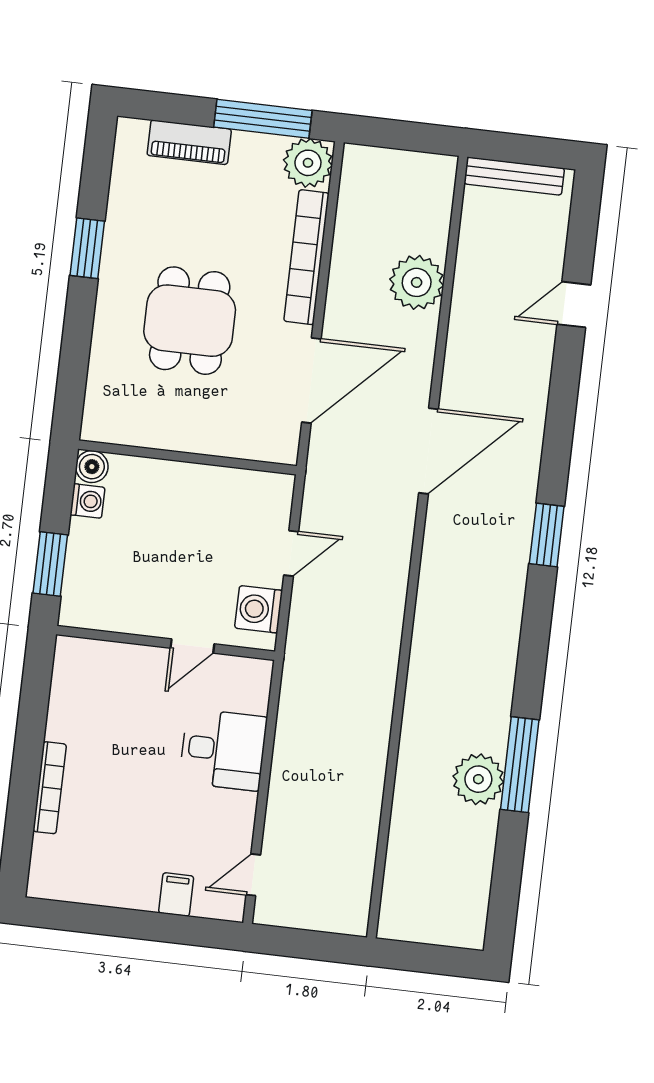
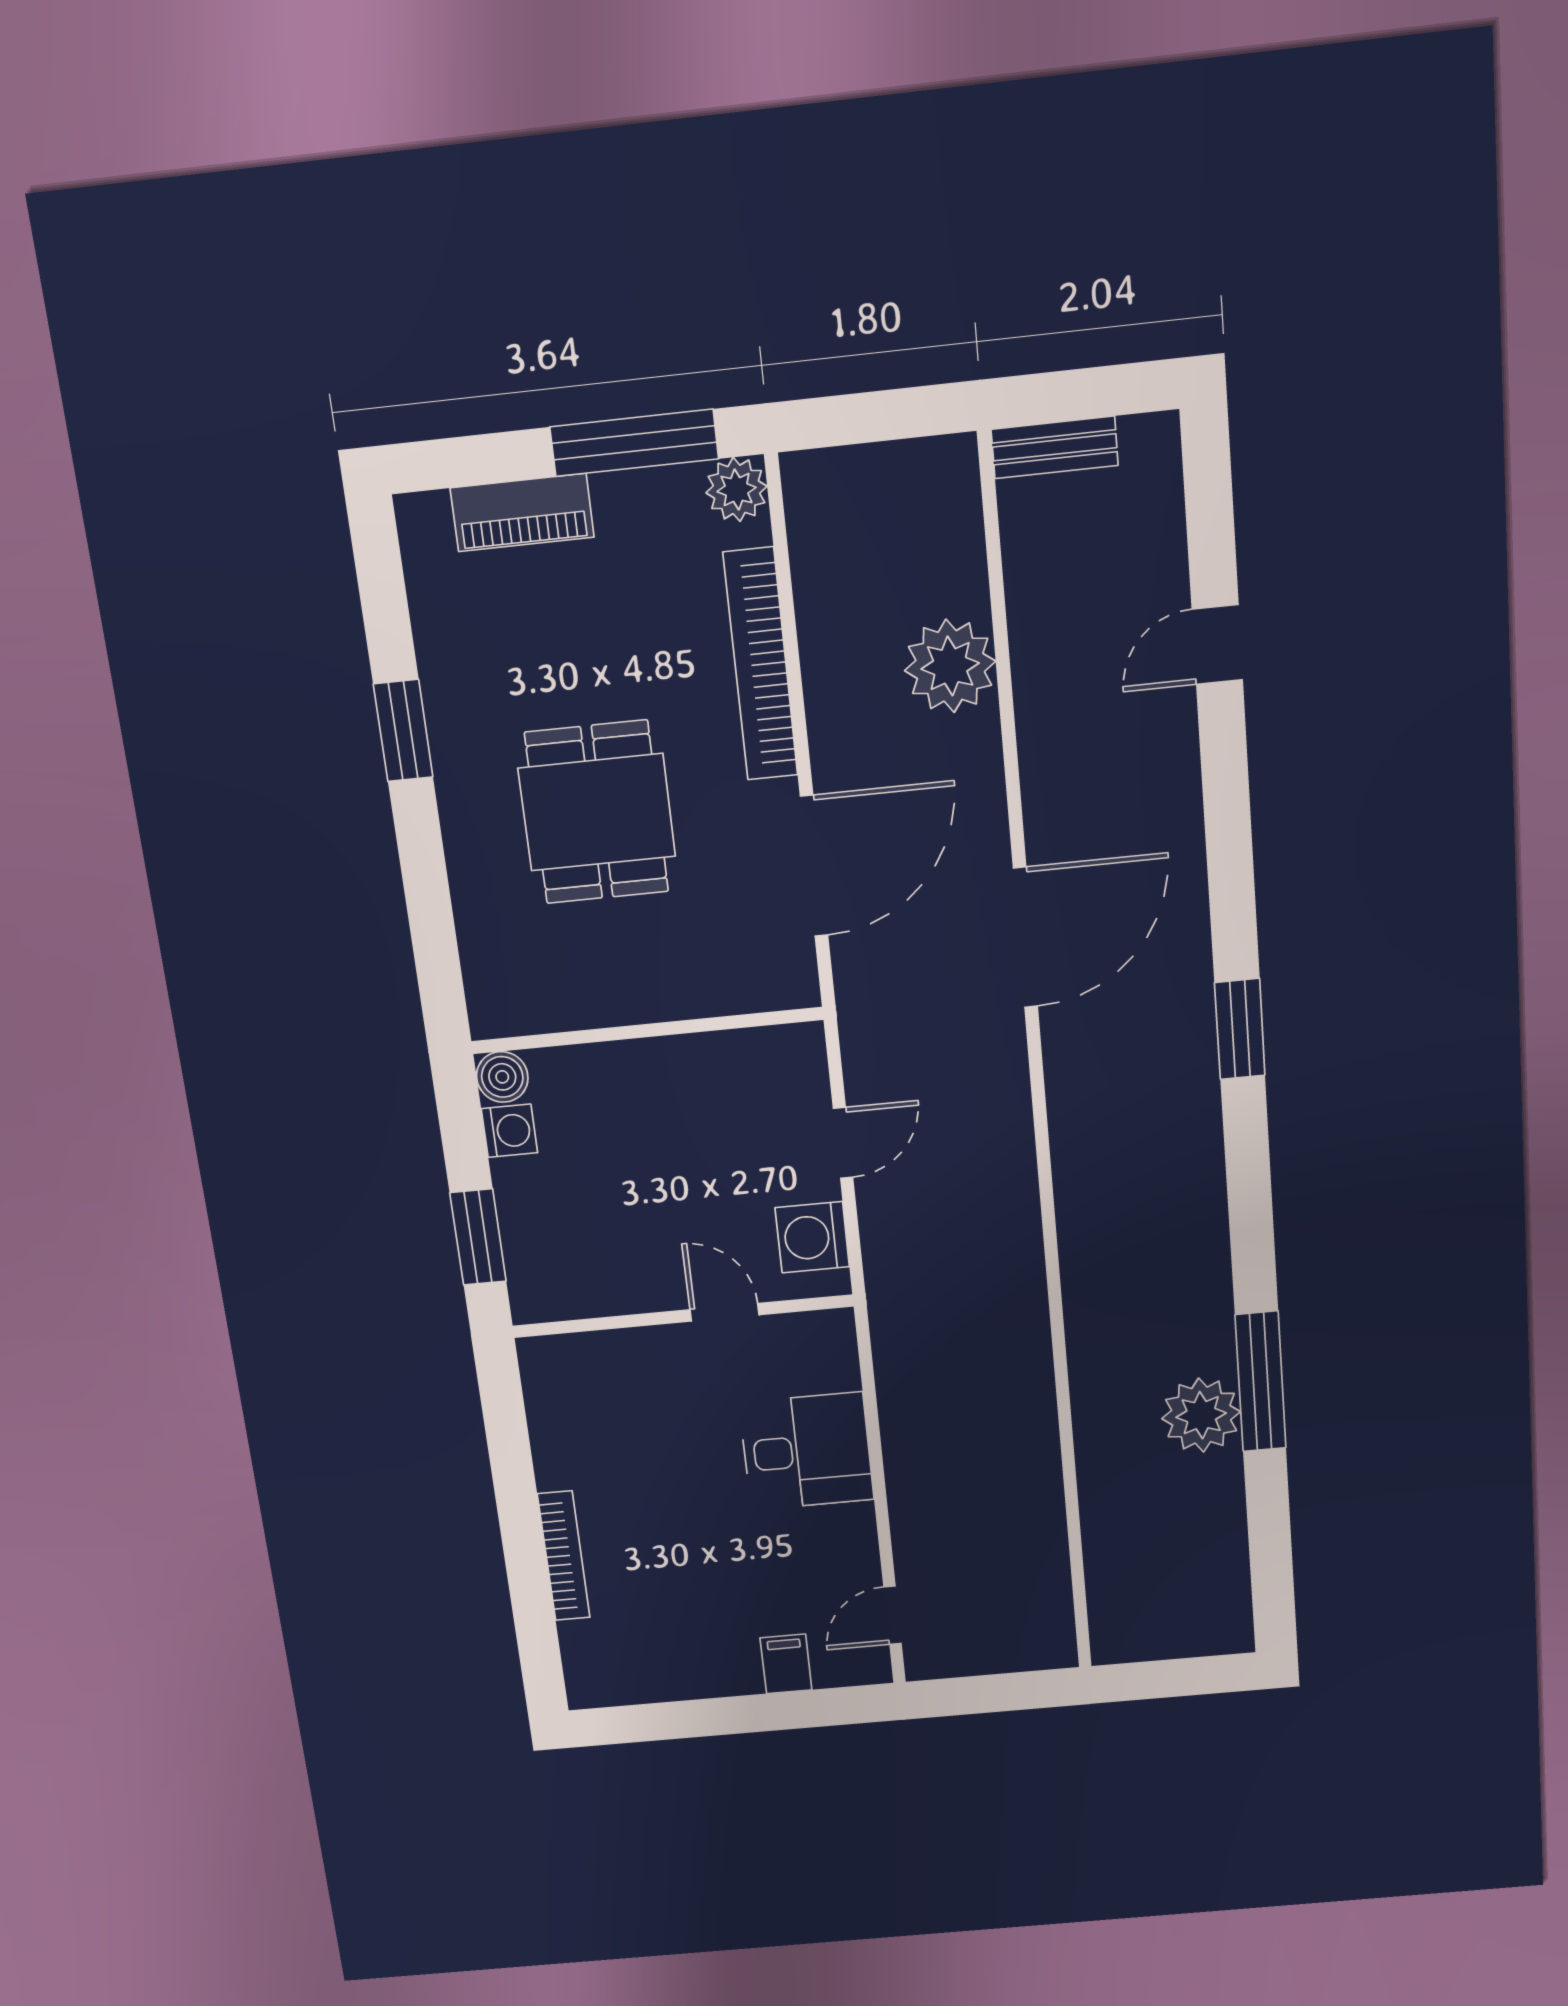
plant: (308, 163) -> (737, 490), width x0.73, depth x0.73
bench: (514, 176) -> (1055, 447), width x0.73
door: (192, 646) -> (724, 1312), swing flipped

